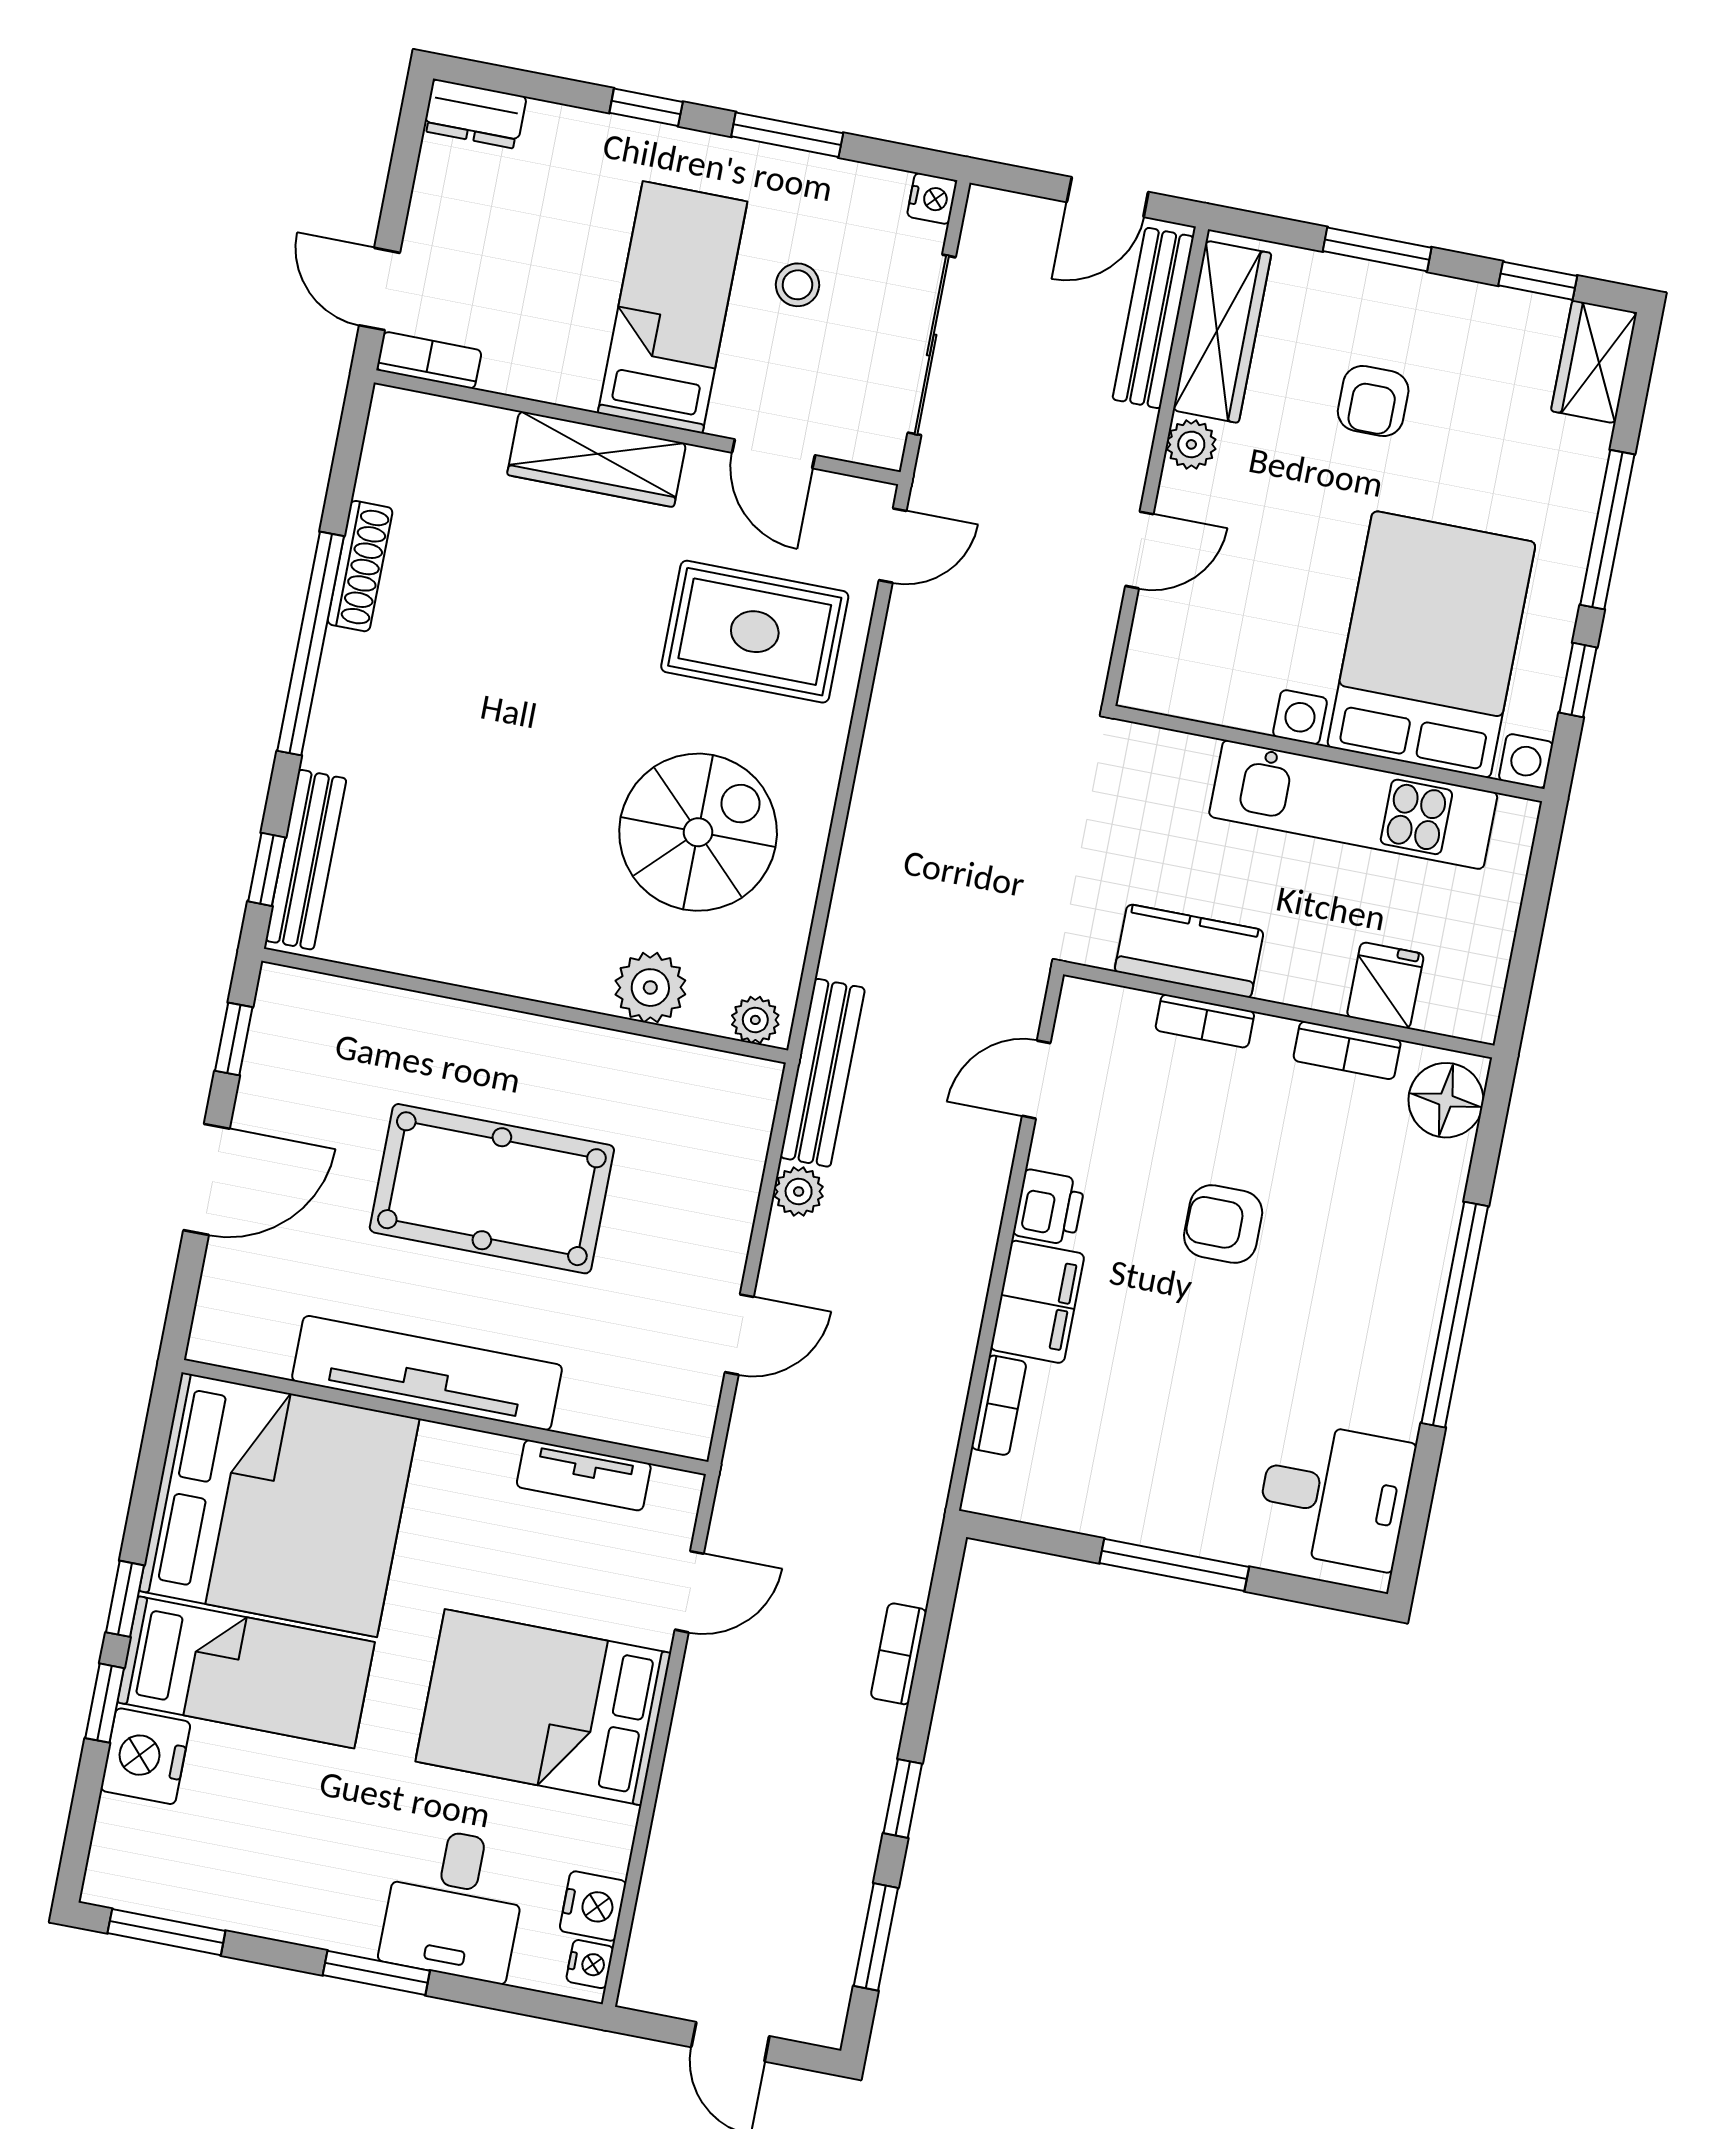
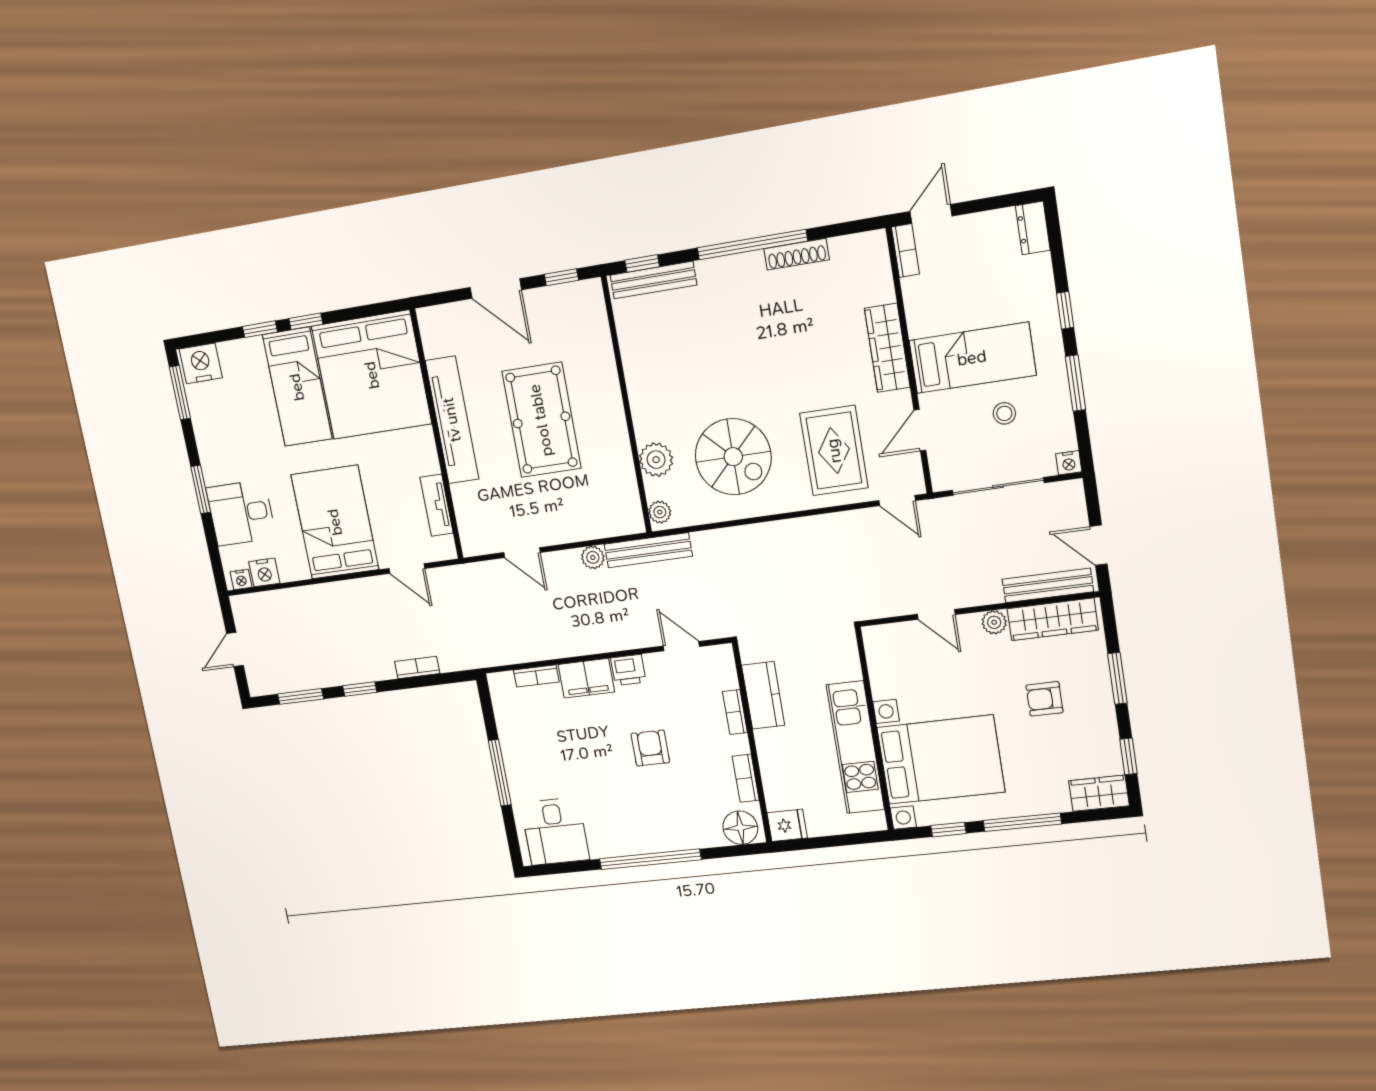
fridge: (1385, 985) -> (787, 825), moved
nightstand: (145, 1756) -> (201, 363), moved

